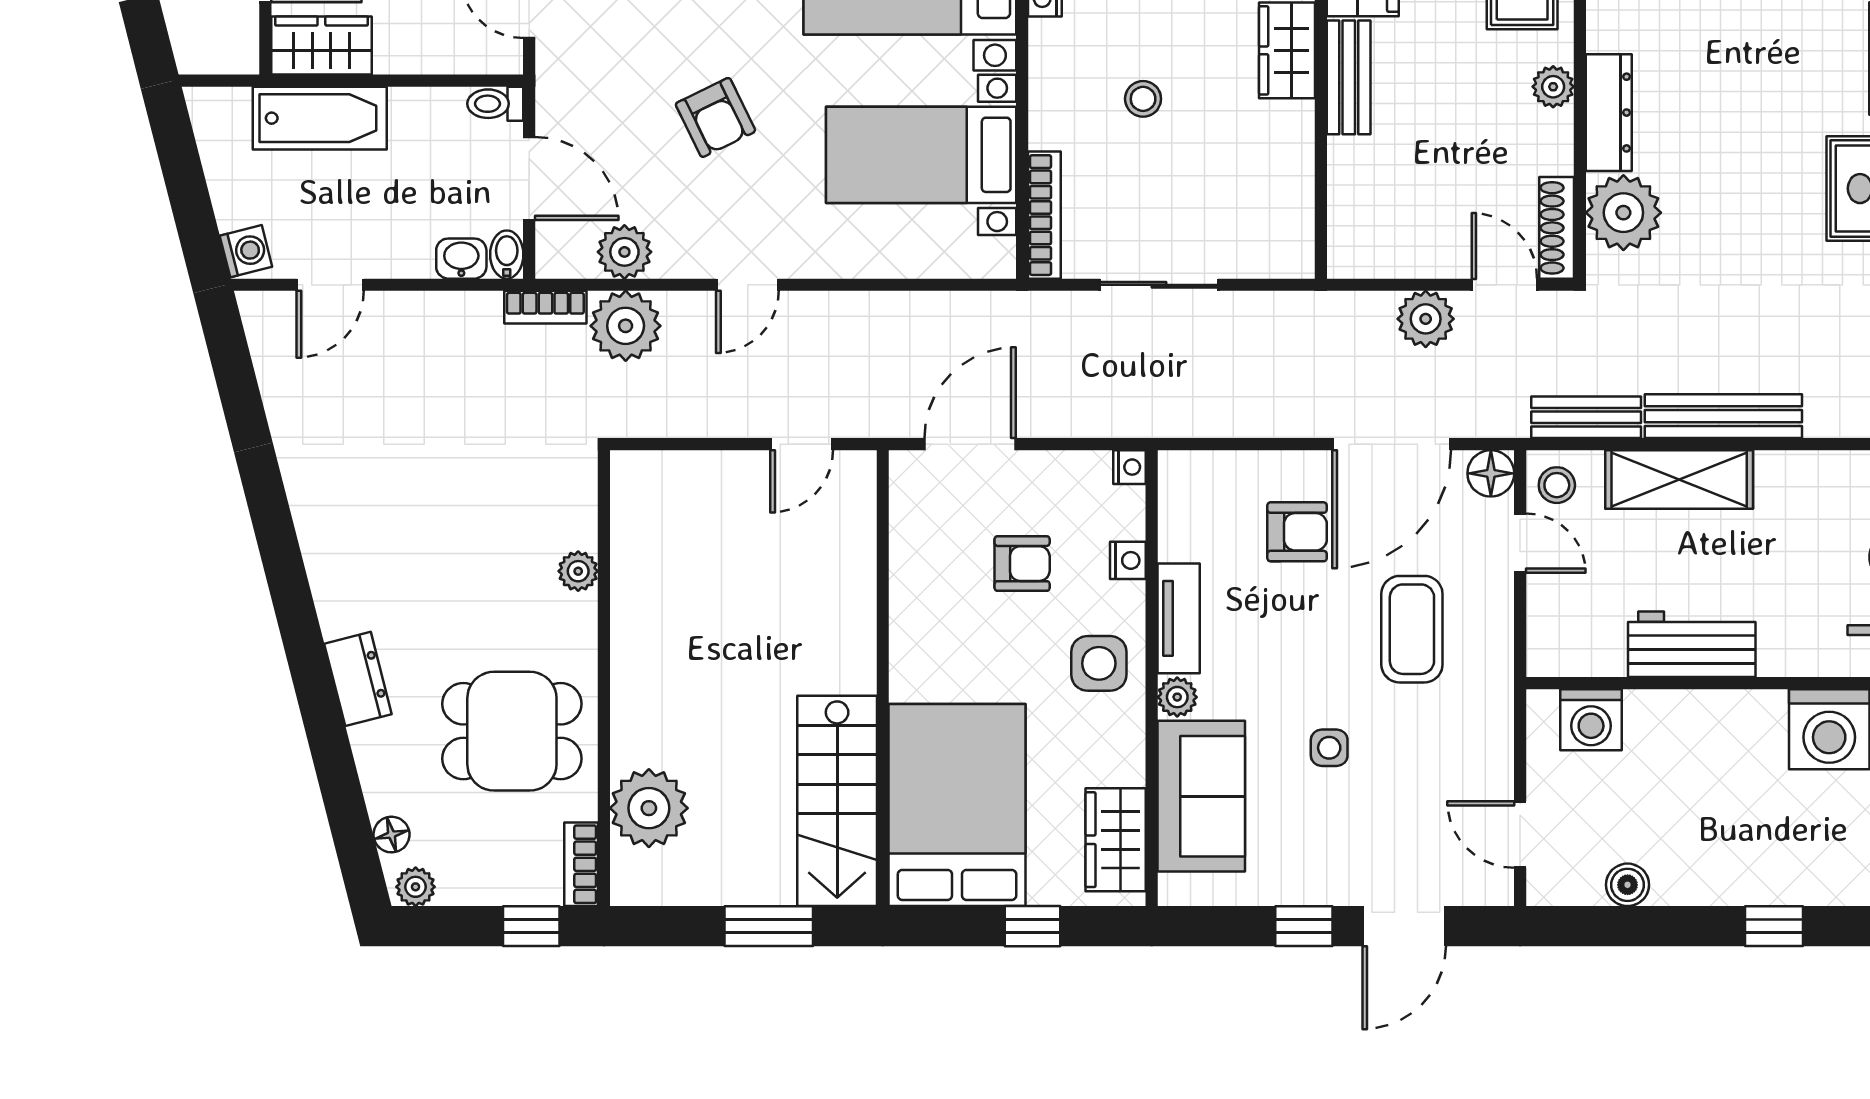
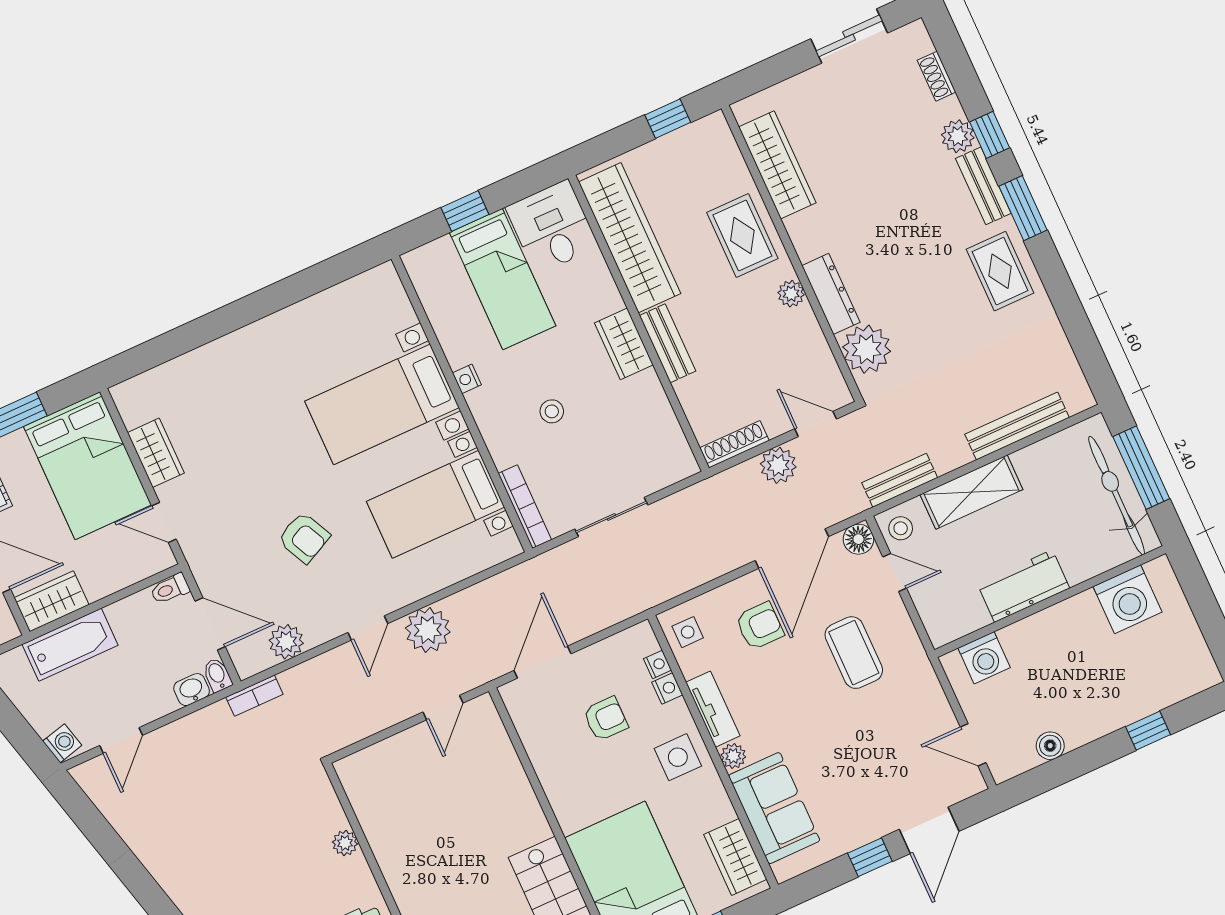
shoe rack: (1557, 228) -> (734, 444), moved, turned 90
plant: (626, 326) -> (428, 630), moved
bench: (1723, 416) -> (1017, 426), moved
nightstand: (1130, 467) -> (658, 664), moved
side table: (1329, 748) -> (688, 632), moved

